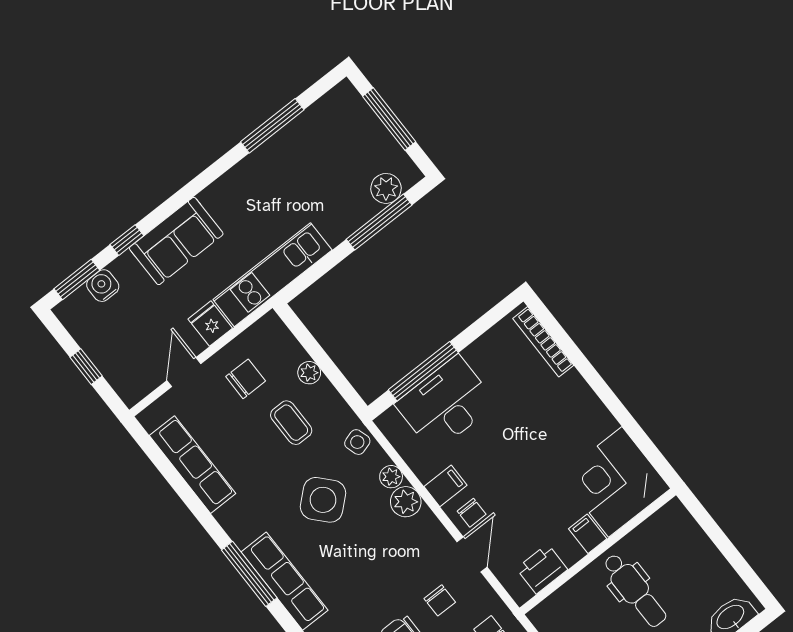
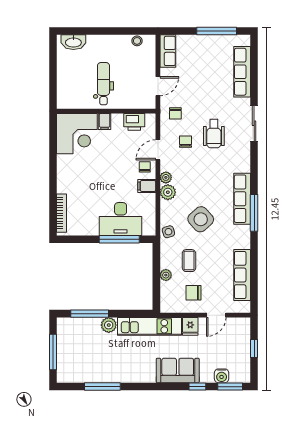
plant: (386, 188) -> (109, 325), moved
plant: (391, 477) -> (166, 177), moved

